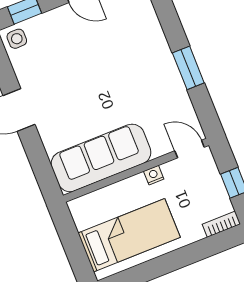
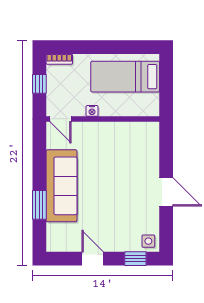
window: (188, 68) -> (39, 205), moved
sofa: (101, 158) -> (61, 186), moved, turned -90

